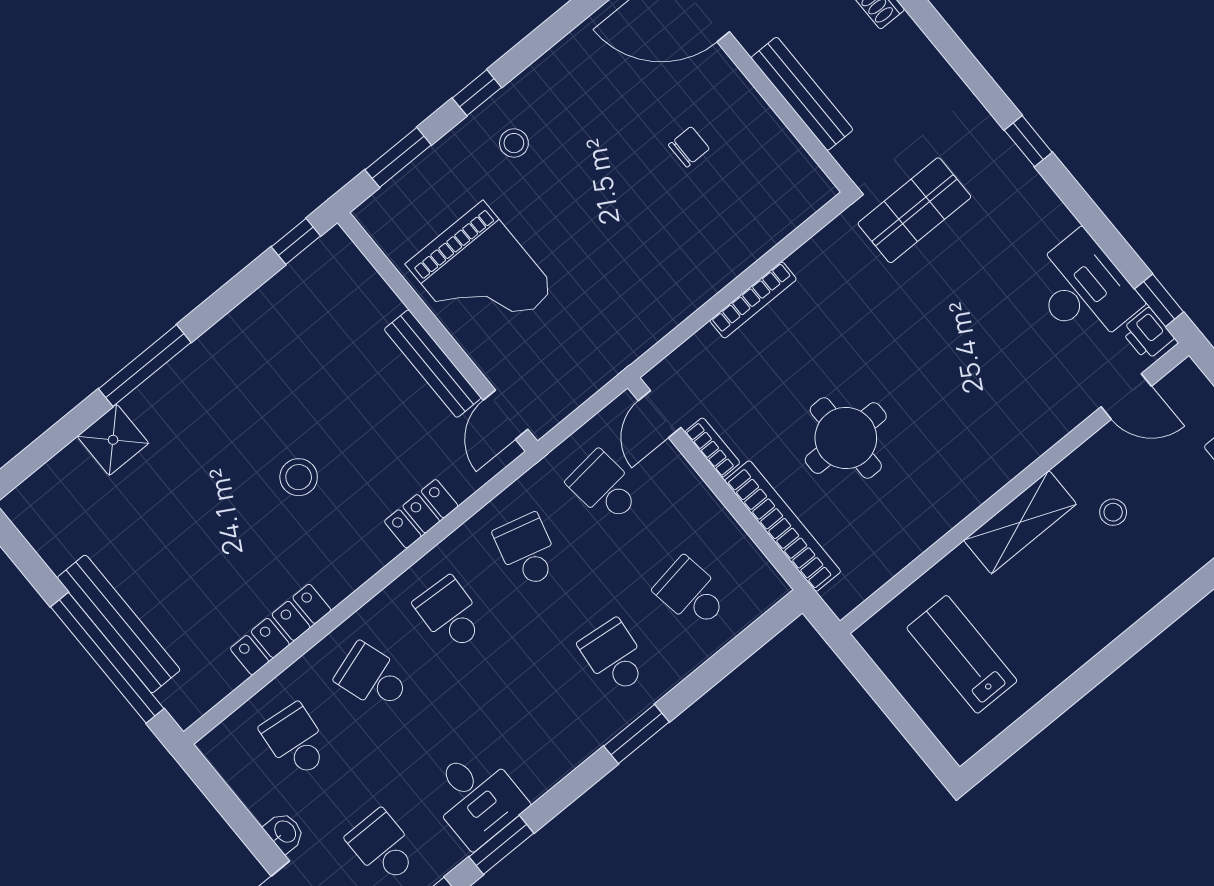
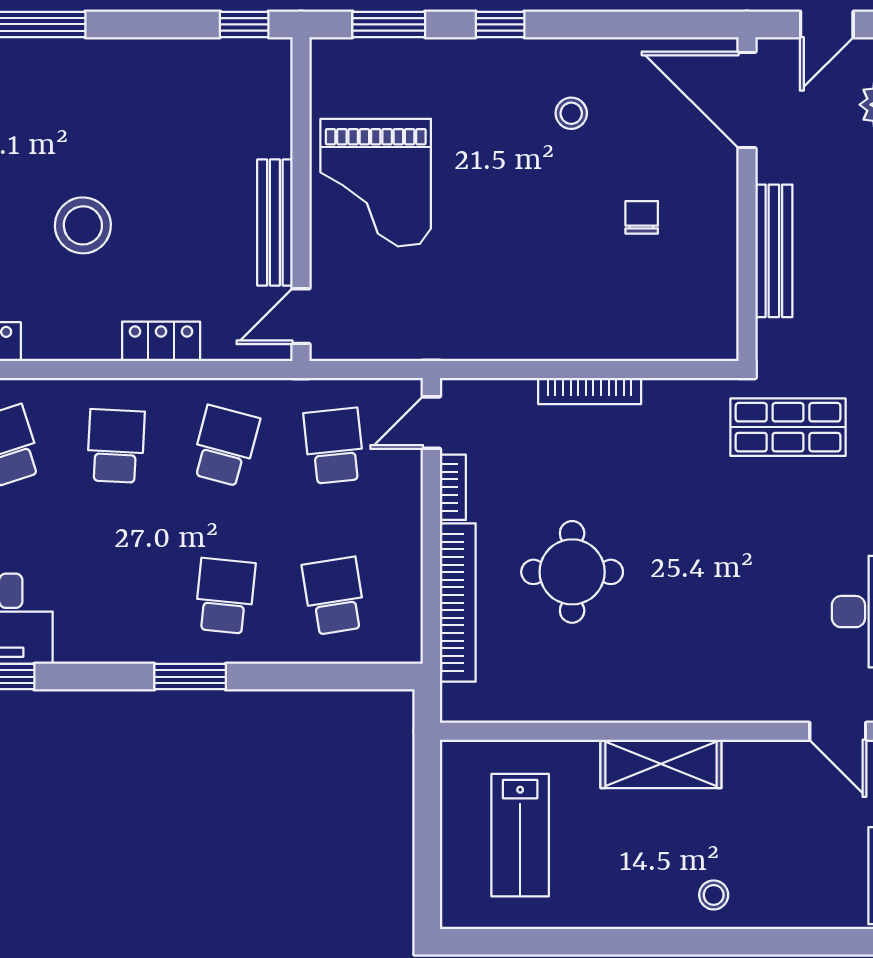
stool: (514, 143) -> (571, 113), moved
chair: (689, 147) -> (642, 217), turned -90
stool: (299, 477) -> (83, 225), width x1.38, depth x1.38
stool: (1113, 512) -> (714, 895), moved
lab bench: (962, 654) -> (520, 835), turned 180

